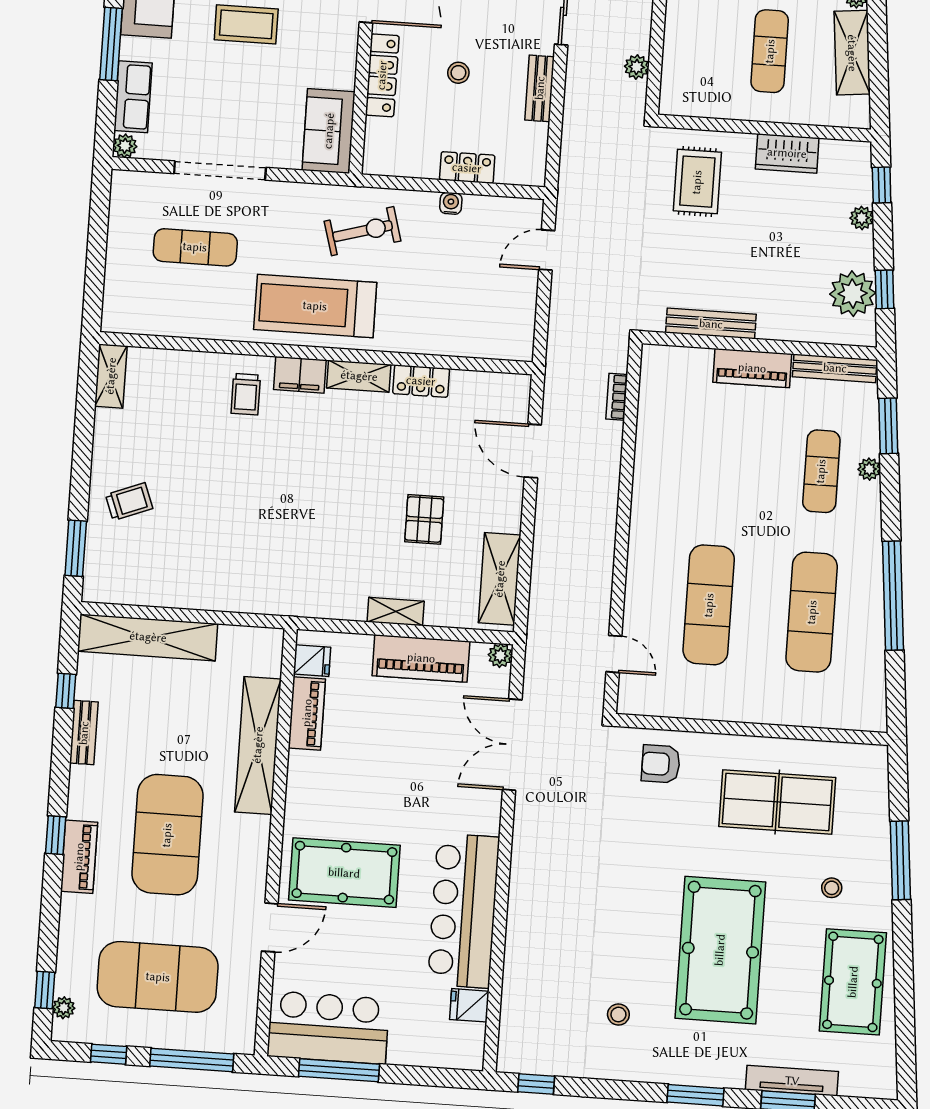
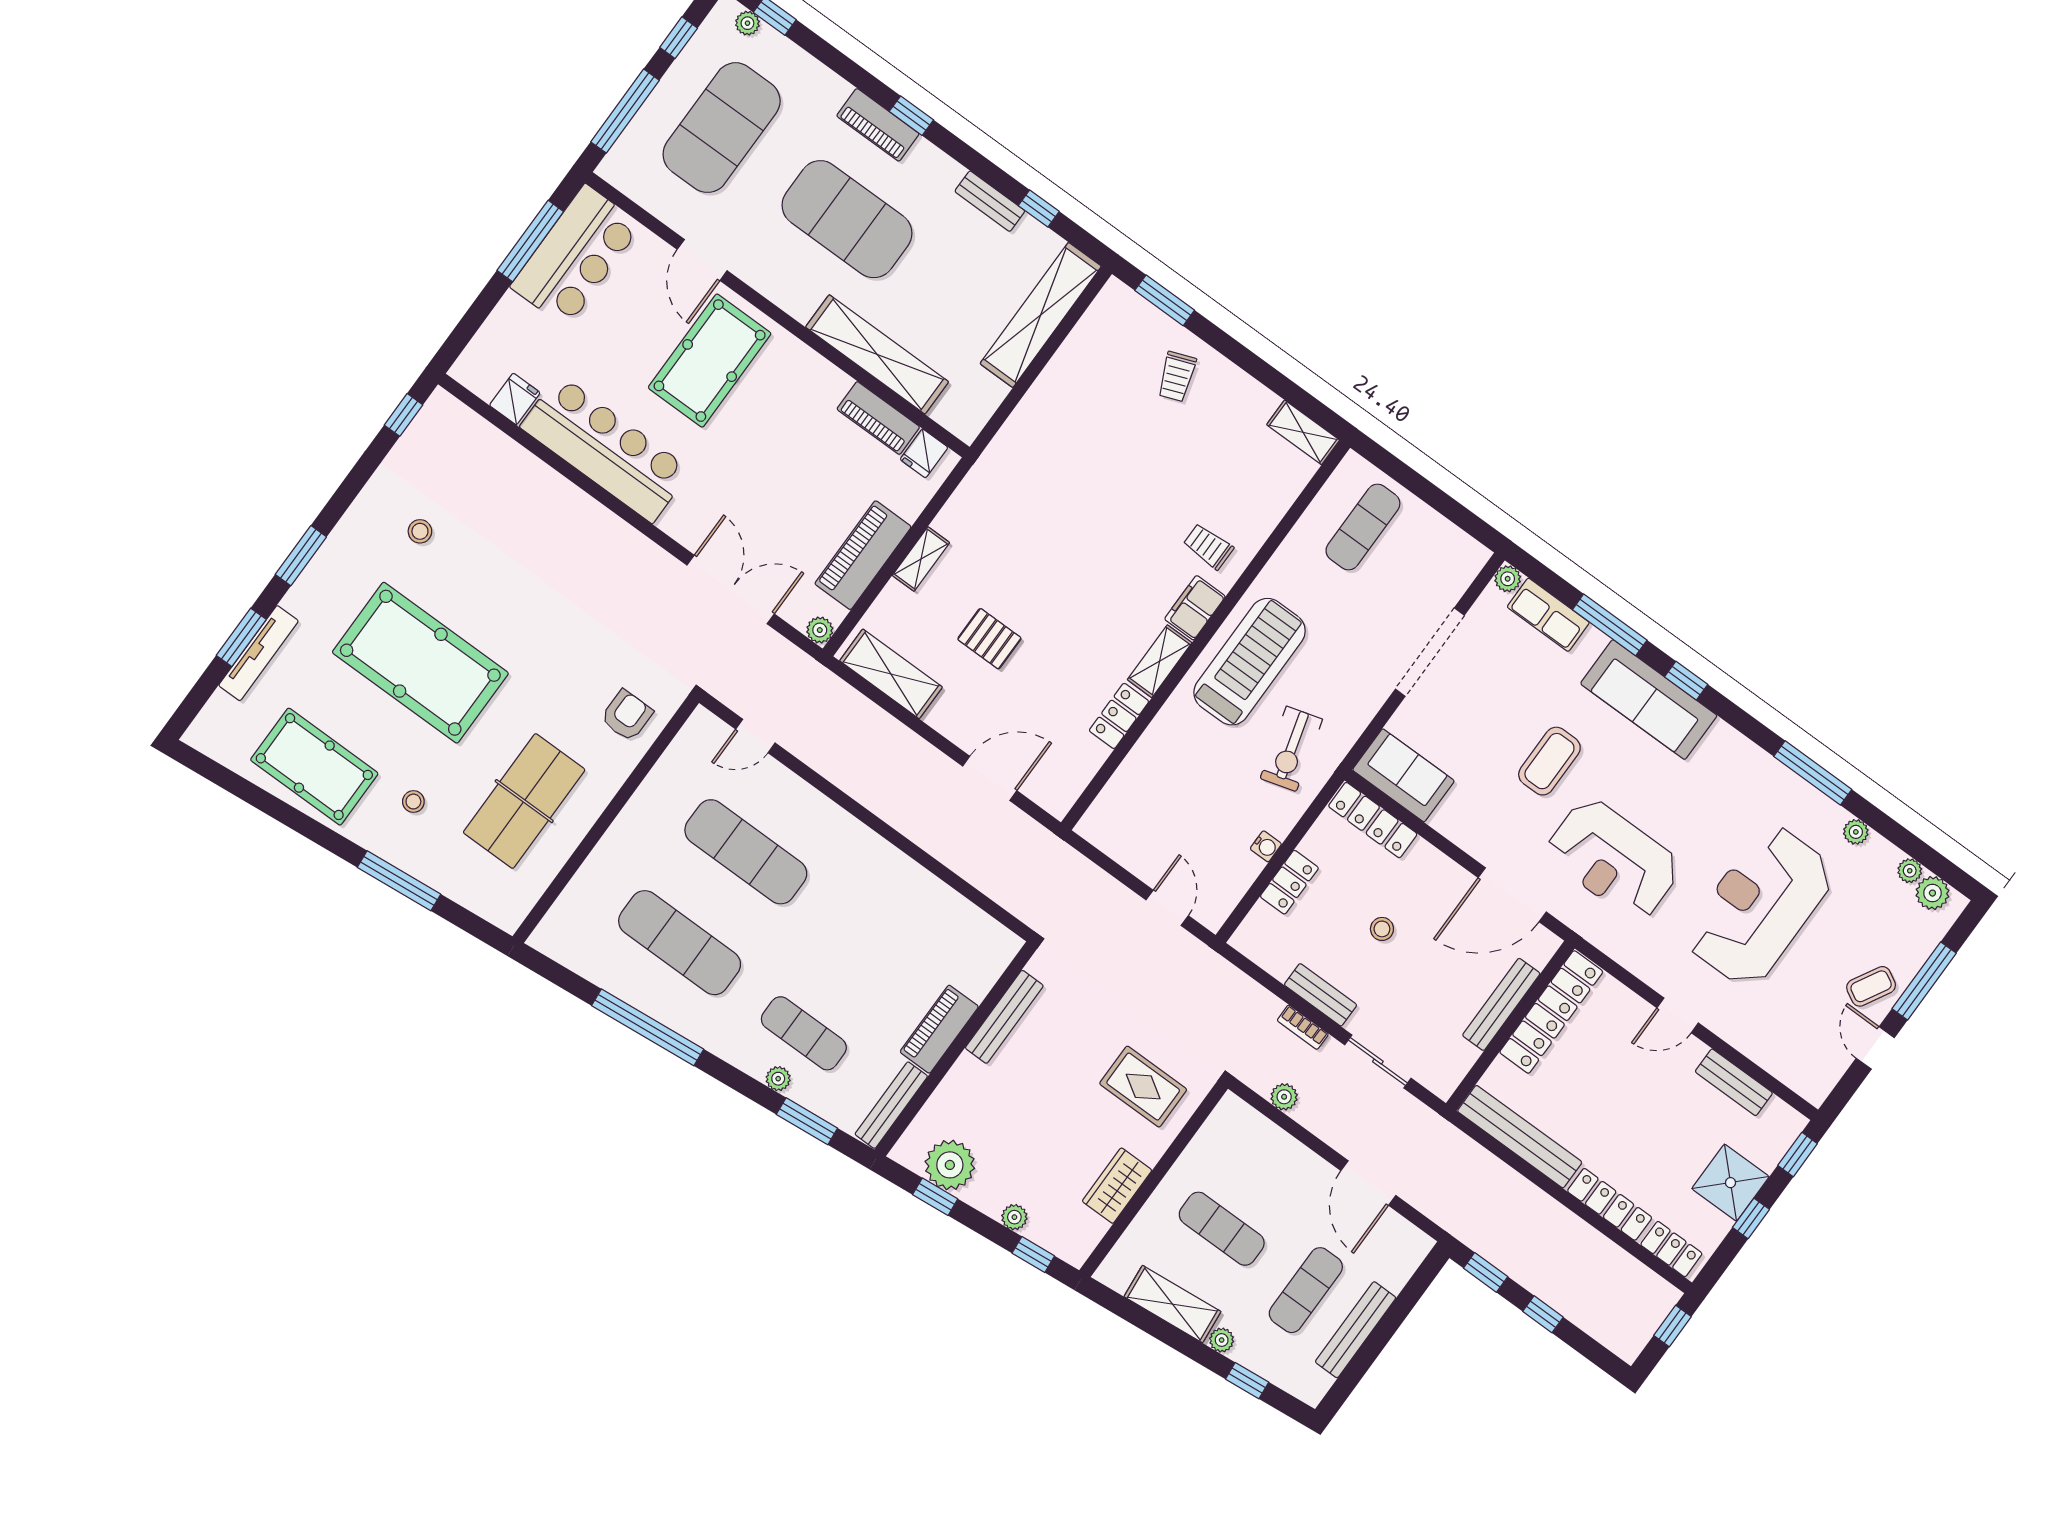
locker: (382, 75) -> (1373, 820), moved
exercise mat: (195, 247) -> (1363, 527), moved
bookcase: (617, 397) -> (1303, 1027), moved, turned 180

